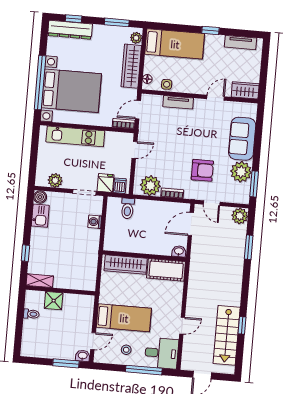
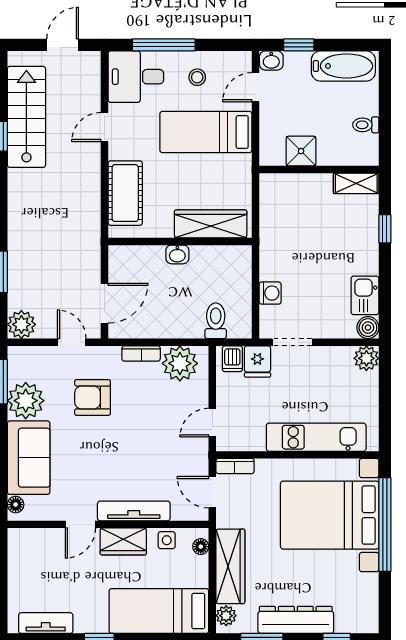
dresser: (70, 30) -> (296, 620), moved
wardrobe: (245, 90) -> (123, 541), moved
tv unit: (178, 102) -> (134, 511), width x1.41
door: (138, 110) -> (212, 492), swing flipped
floor lamp: (252, 112) -> (16, 505), added
plant: (55, 180) -> (366, 358), moved
washbasin: (179, 251) -> (177, 254), moved
cot: (166, 270) -> (125, 193), moved, turned 90
shower: (54, 301) -> (301, 151), moved
bathtub: (41, 349) -> (343, 66), added
window: (66, 363) -> (299, 45), width x0.67

